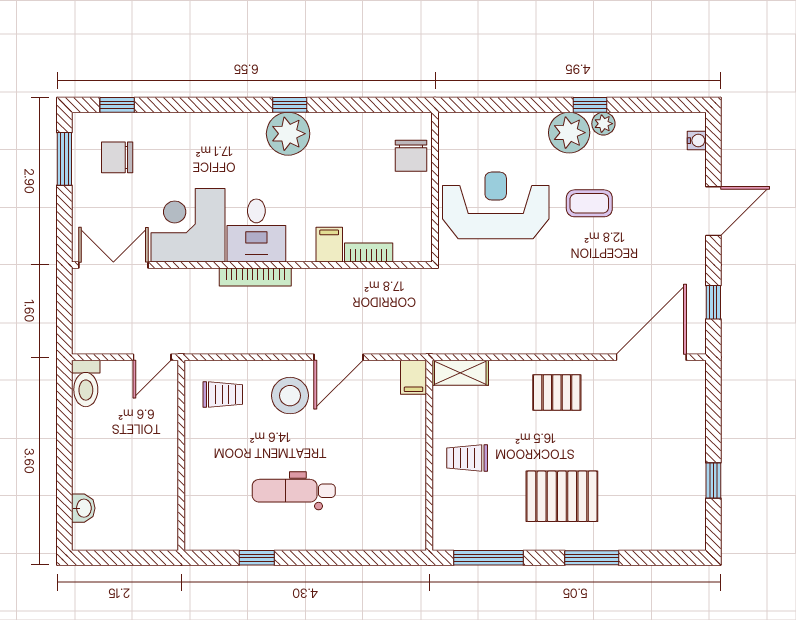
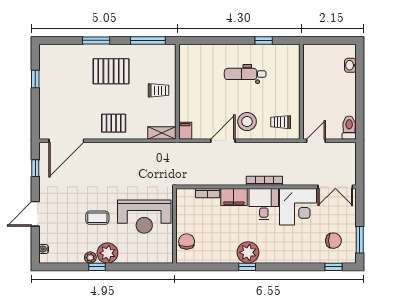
filing cabinet: (329, 245) -> (234, 197), width x2.00
dental chair: (294, 491) -> (245, 74), turned 180

